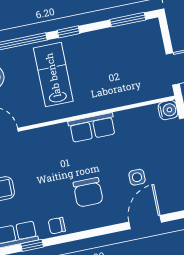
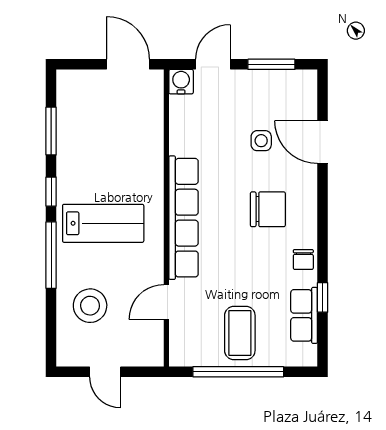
window: (128, 20) -> (51, 131), moved
lab bench: (53, 75) -> (103, 223), turned 180
row of seats: (92, 128) -> (184, 218), width x2.02

